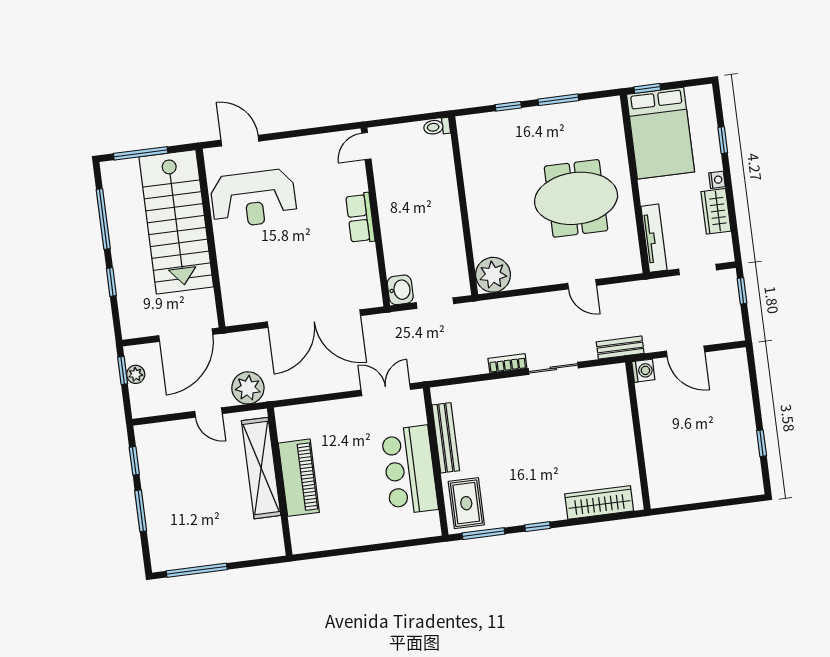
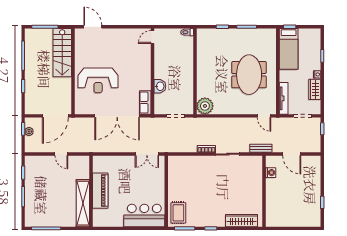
bed: (661, 133) -> (289, 49), width x0.67
meeting table: (576, 198) -> (249, 75), turned 90
reception desk: (254, 199) -> (98, 80), moved
row of seats: (360, 218) -> (145, 102), moved
stairs: (176, 222) -> (62, 53), width x0.73, depth x0.66
door: (582, 284) -> (264, 116), moved
washbasin: (400, 290) -> (160, 86), moved
washing machine: (643, 371) -> (271, 173), moved
plant: (248, 388) -> (82, 145), removed
double door: (386, 390) -> (147, 154), swing flipped
bench: (446, 438) -> (173, 181), removed
shelving: (261, 468) -> (83, 203), moved
bar counter: (410, 470) -> (144, 215), moved, turned 90

